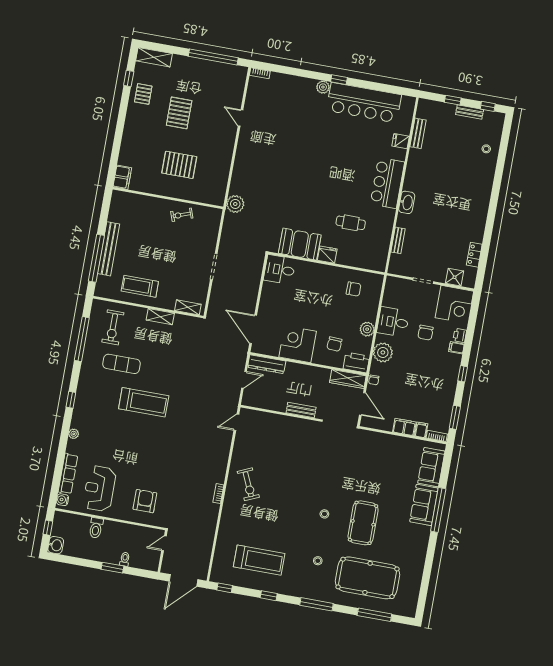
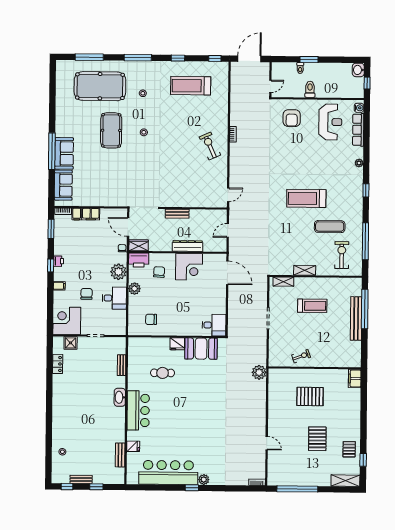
treadmill: (140, 286) -> (312, 306), moved
printer: (460, 335) -> (59, 261), moved
dresser: (267, 364) -> (187, 246), moved
wardrobe: (348, 379) -> (139, 245), width x0.67
toilet: (96, 528) -> (310, 89), moved

